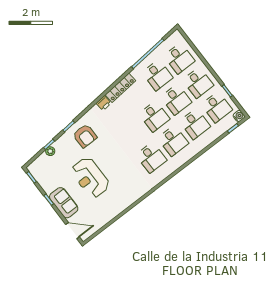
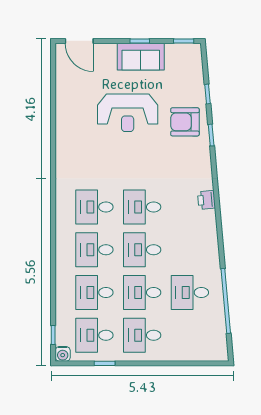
desk: (179, 58) -> (142, 207), moved
locker: (120, 88) -> (210, 235), removed
armchair: (85, 136) -> (185, 122), moved
plant: (50, 151) -> (198, 89), removed
reception desk: (90, 178) -> (128, 113), turned 180
sofa: (64, 203) -> (141, 57), moved
door: (73, 231) -> (79, 41), hinge flipped

